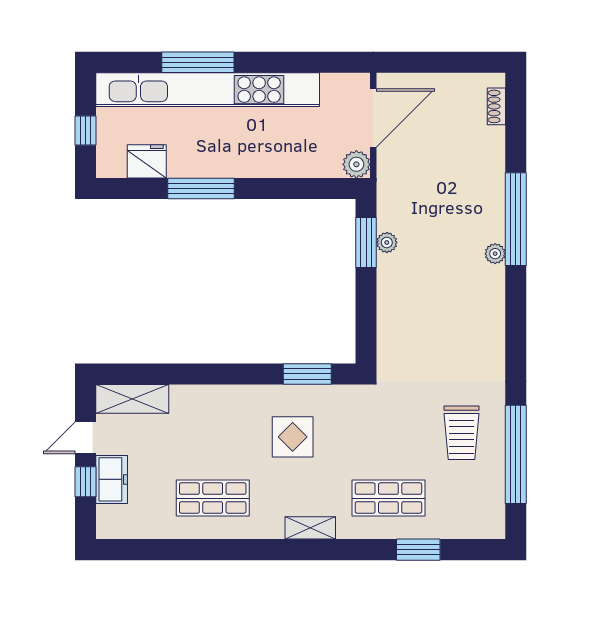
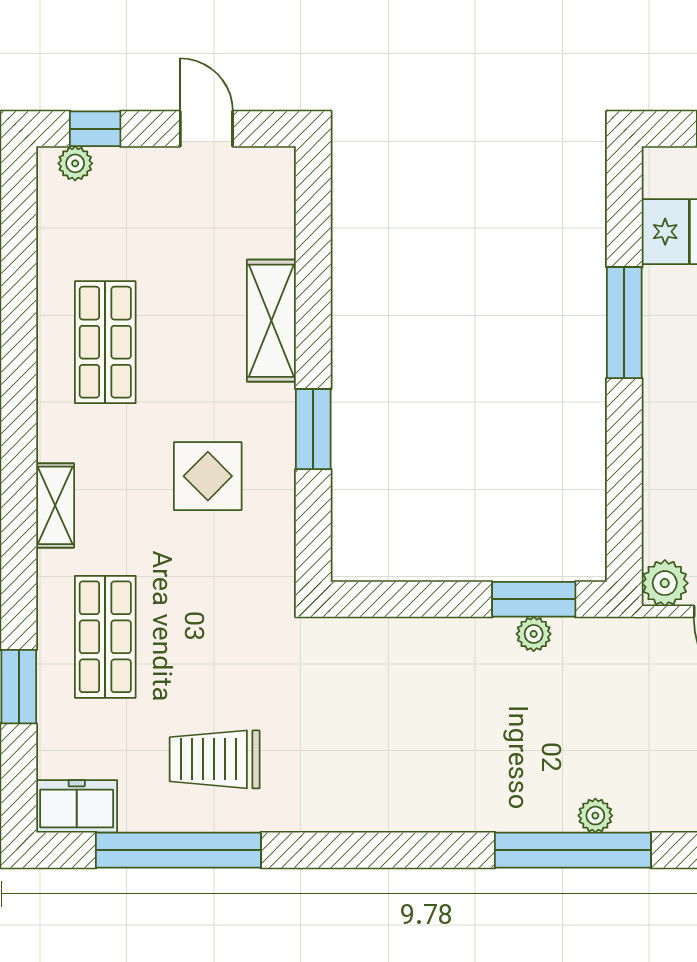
plant: (495, 254) -> (595, 816), moved
window: (307, 374) -> (313, 429), moved
shelving: (132, 399) -> (271, 321), moved
freezer: (112, 479) -> (77, 806), moved, turned 180
window: (85, 482) -> (95, 129), moved
plant: (106, 516) -> (75, 163), added

